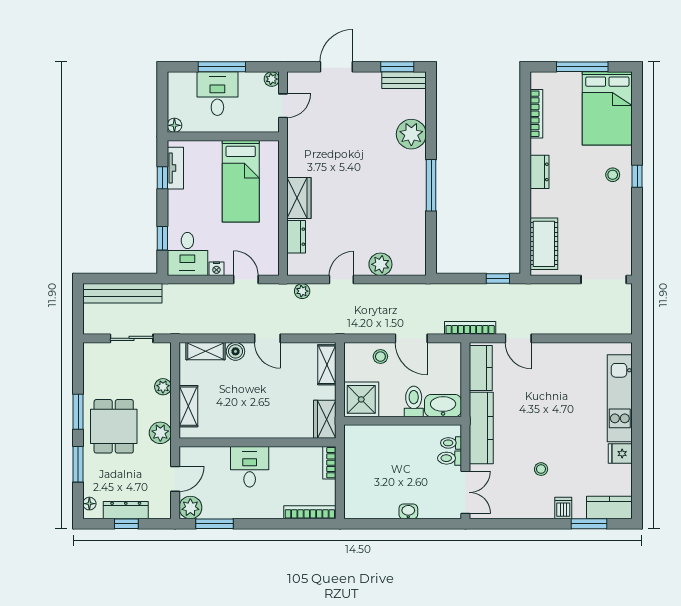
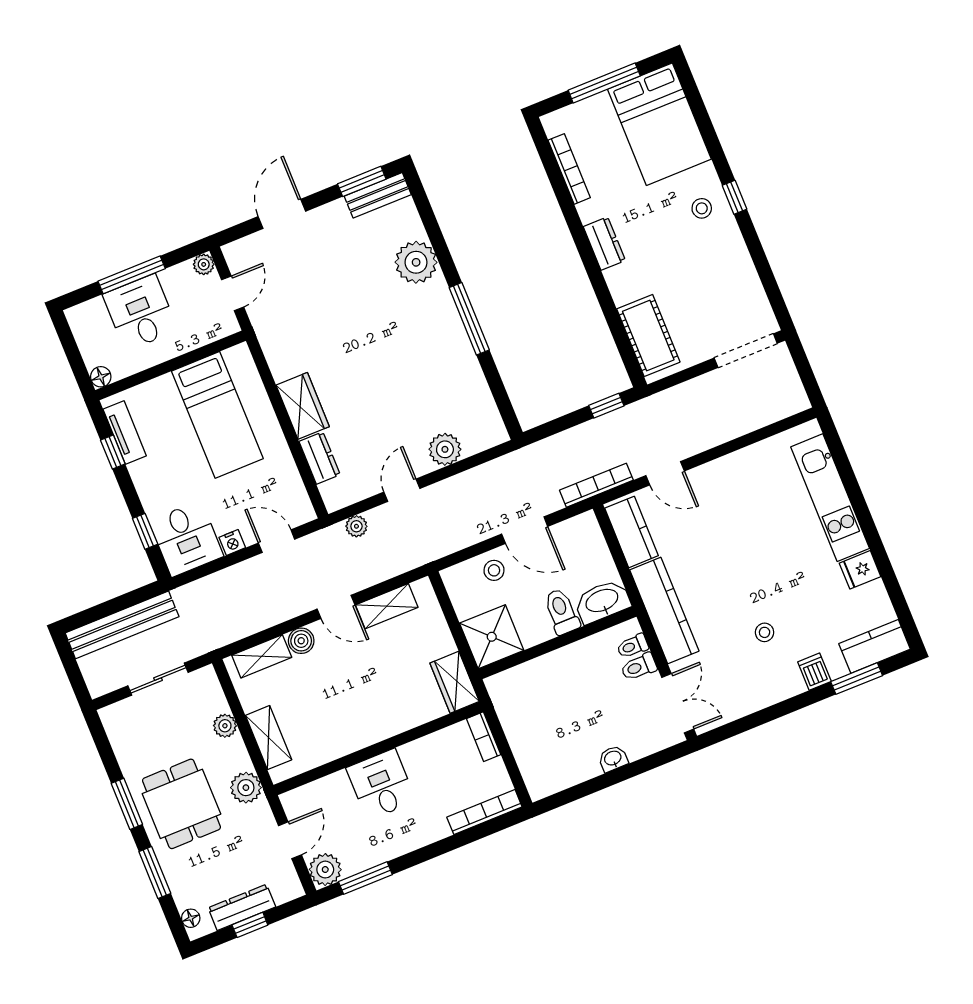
shelving: (327, 365) -> (387, 606), moved, turned 90

